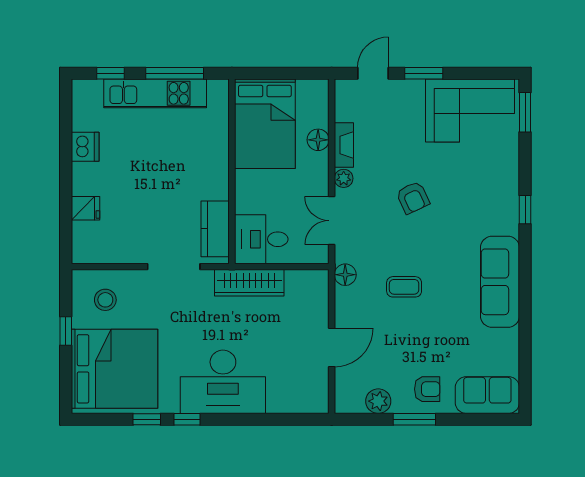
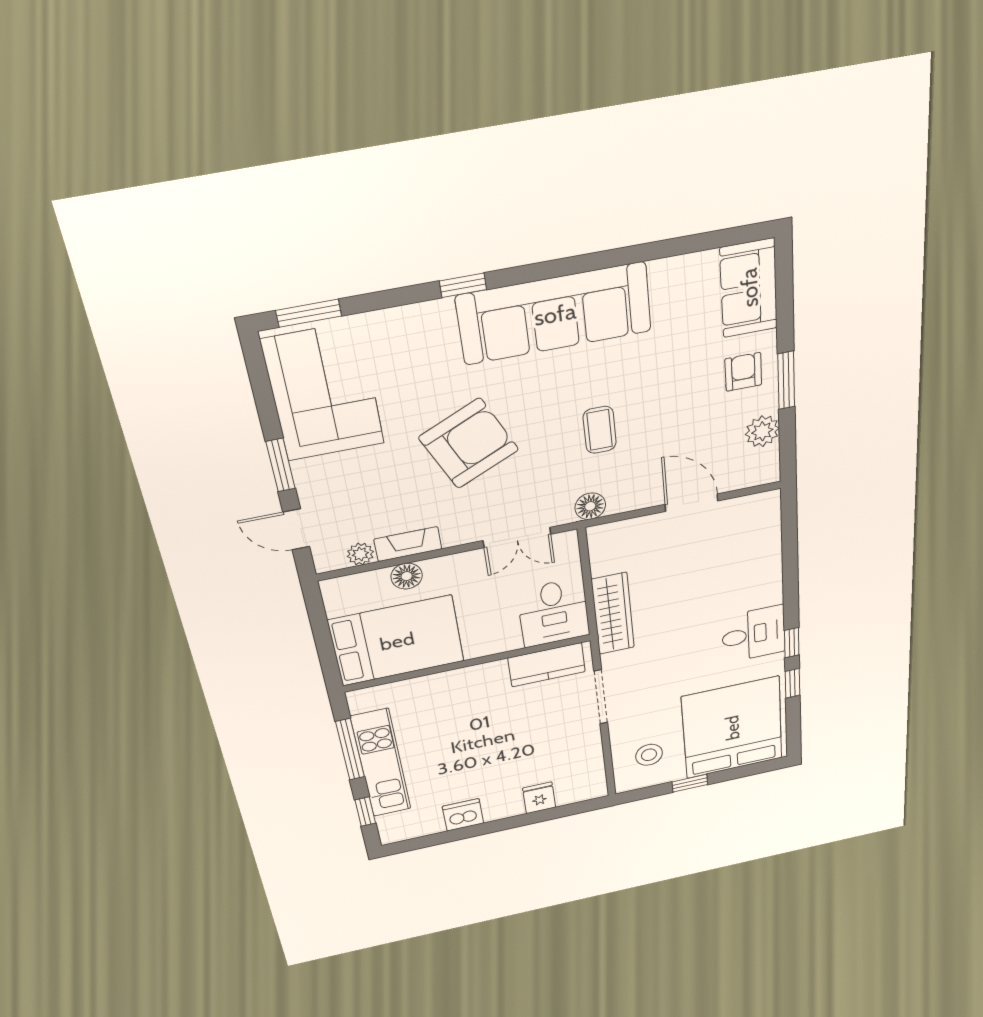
plant: (344, 178) -> (360, 554), moved
armchair: (413, 198) -> (469, 444), width x1.88, depth x1.88
sofa: (500, 282) -> (555, 314), width x1.36, depth x1.27
desk: (223, 382) -> (753, 634), width x0.53, depth x0.77

